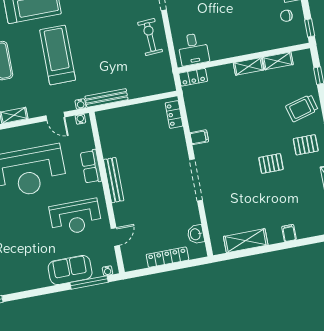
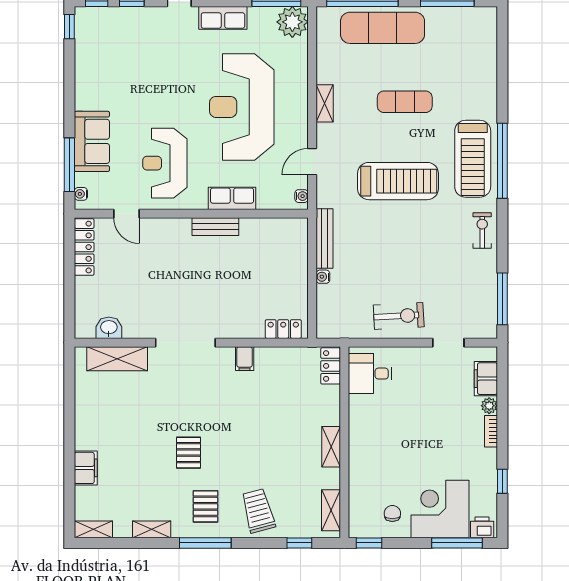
shelving: (278, 61) -> (331, 510), moved
water cooler: (81, 104) -> (323, 277), moved
bench: (114, 180) -> (215, 227), width x0.73
filing cabinet: (289, 233) -> (86, 468), width x2.00
shelving: (246, 241) -> (117, 359), moved, turned 90
locker: (167, 257) -> (84, 247), moved

